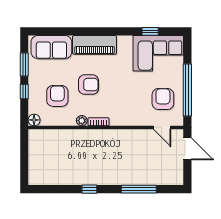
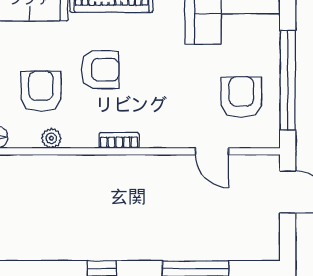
plant: (82, 121) -> (51, 138), moved
door: (162, 127) -> (212, 151), moved

